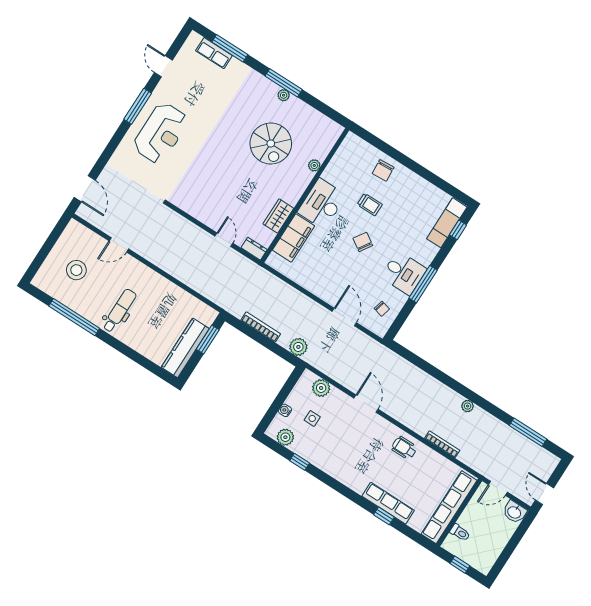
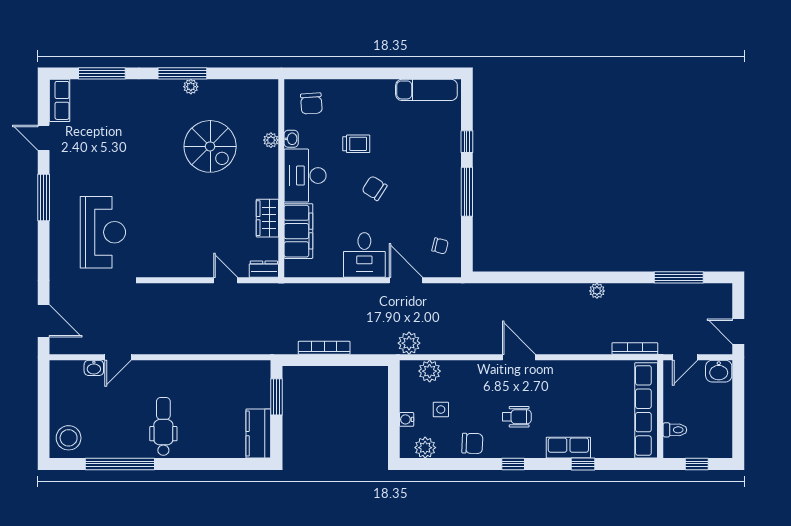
row of seats: (214, 53) -> (60, 100), moved, turned -90
reception desk: (161, 133) -> (103, 232), moved
chair: (383, 170) -> (311, 103), moved
washbasin: (328, 173) -> (291, 139), added
exam couch: (447, 223) -> (426, 90), moved, turned -90
window: (458, 230) -> (467, 142), moved
washbasin: (98, 242) -> (94, 368), added
stool: (76, 270) -> (69, 438), moved
desk: (404, 273) -> (364, 255), moved, turned 90
plant: (298, 347) -> (409, 343), moved
kitchen counter: (185, 348) -> (258, 434), width x0.67
door: (366, 404) -> (519, 357), moved
bookcase: (442, 444) -> (635, 348), moved
wheelchair: (404, 448) -> (517, 417), moved, turned 180
chair: (319, 455) -> (472, 443), added
window: (300, 462) -> (513, 464), moved
row of seats: (388, 503) -> (568, 448), width x0.68

